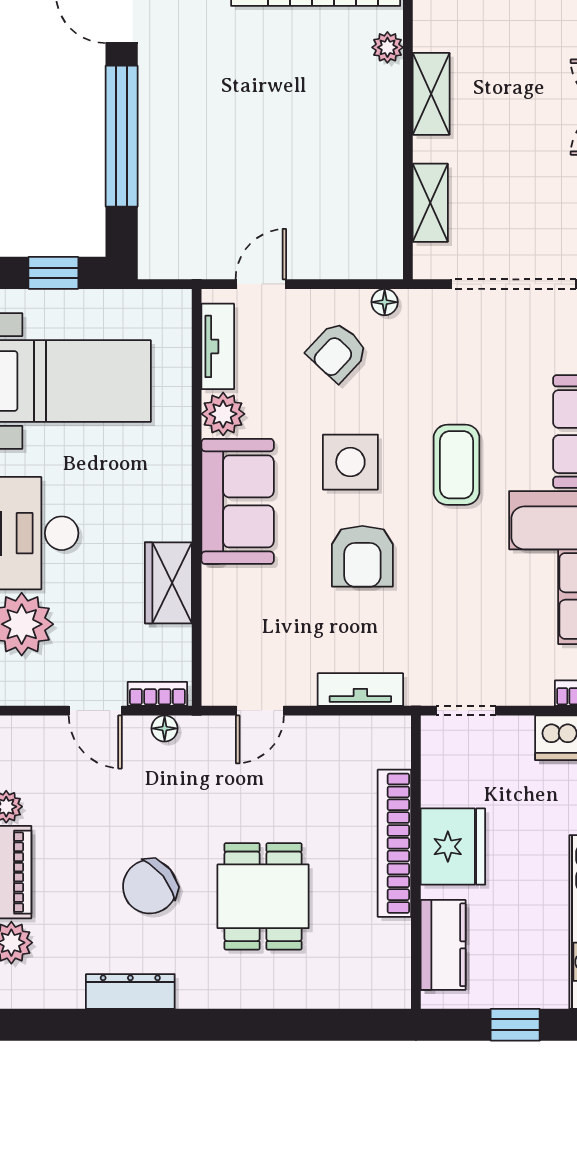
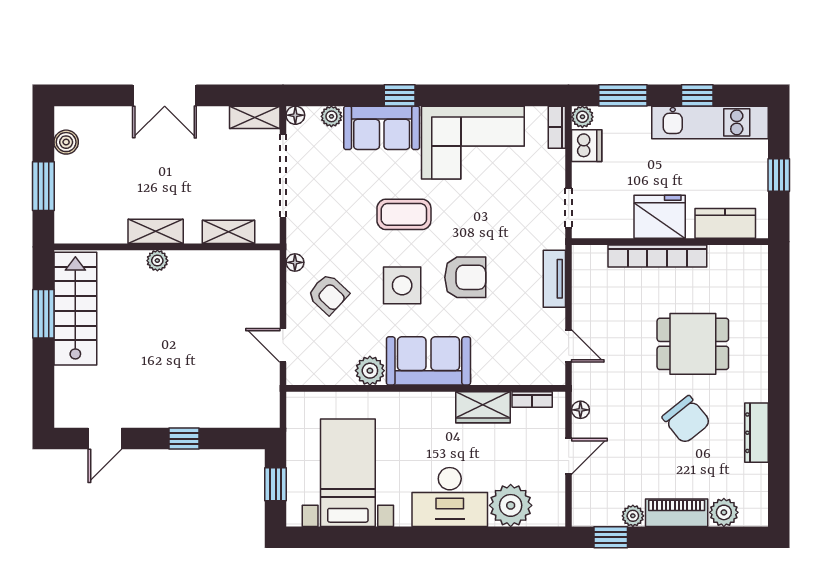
plant: (387, 47) -> (157, 261), moved
window: (122, 136) -> (184, 439), width x0.32
tv unit: (218, 346) -> (325, 374), removed
bookcase: (157, 694) -> (532, 400), moved, turned -90

